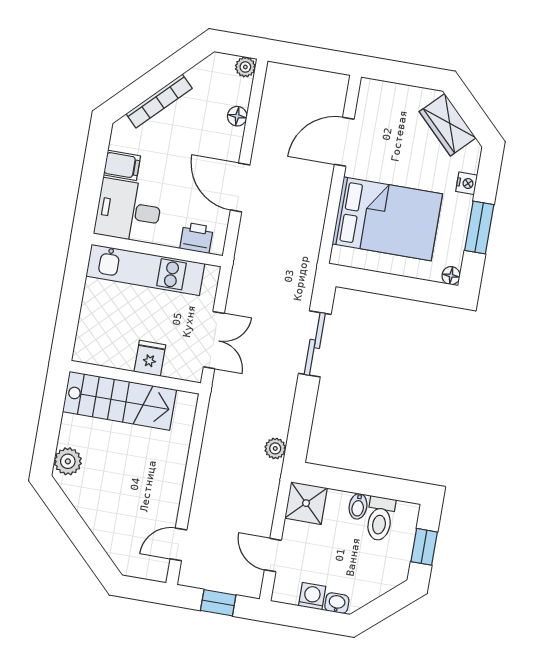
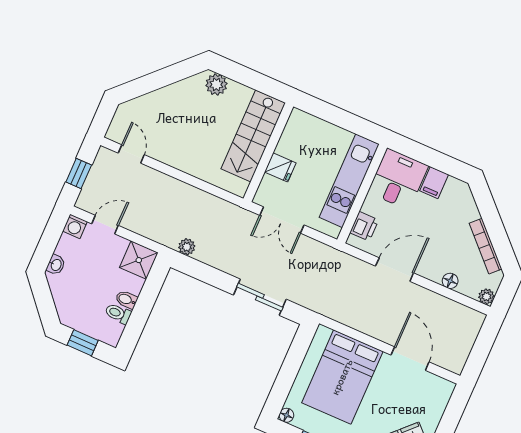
bookcase: (159, 101) -> (485, 246), moved
toilet: (380, 519) -> (118, 313), width x0.73, depth x0.72
washing machine: (312, 596) -> (75, 226), moved, turned 90

